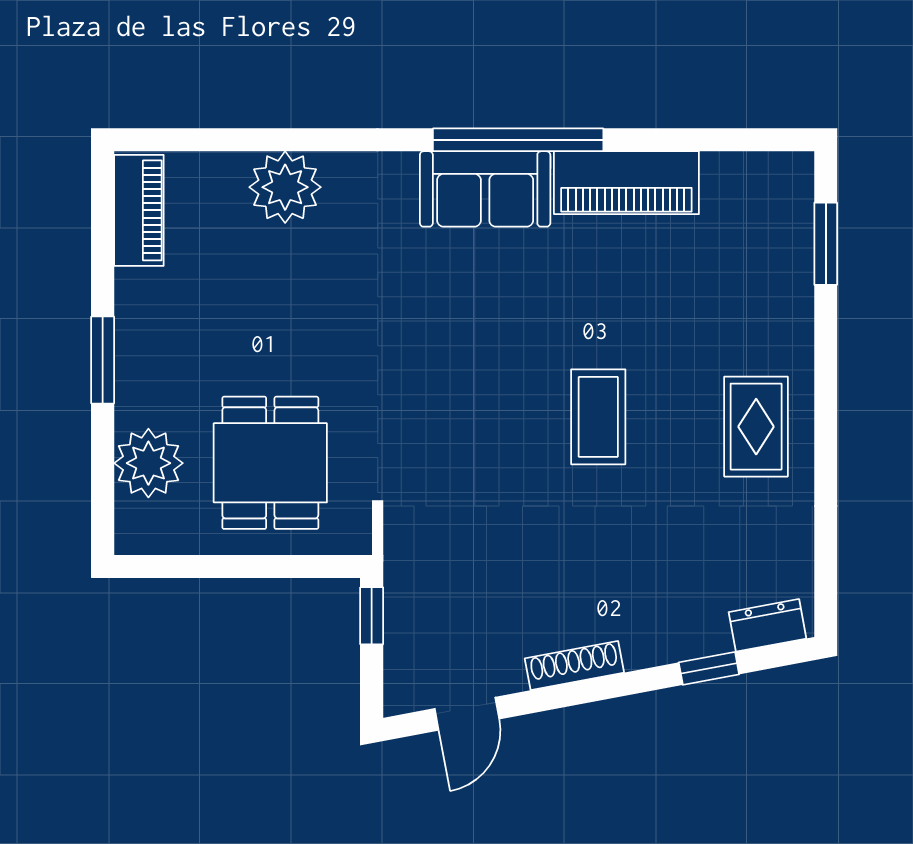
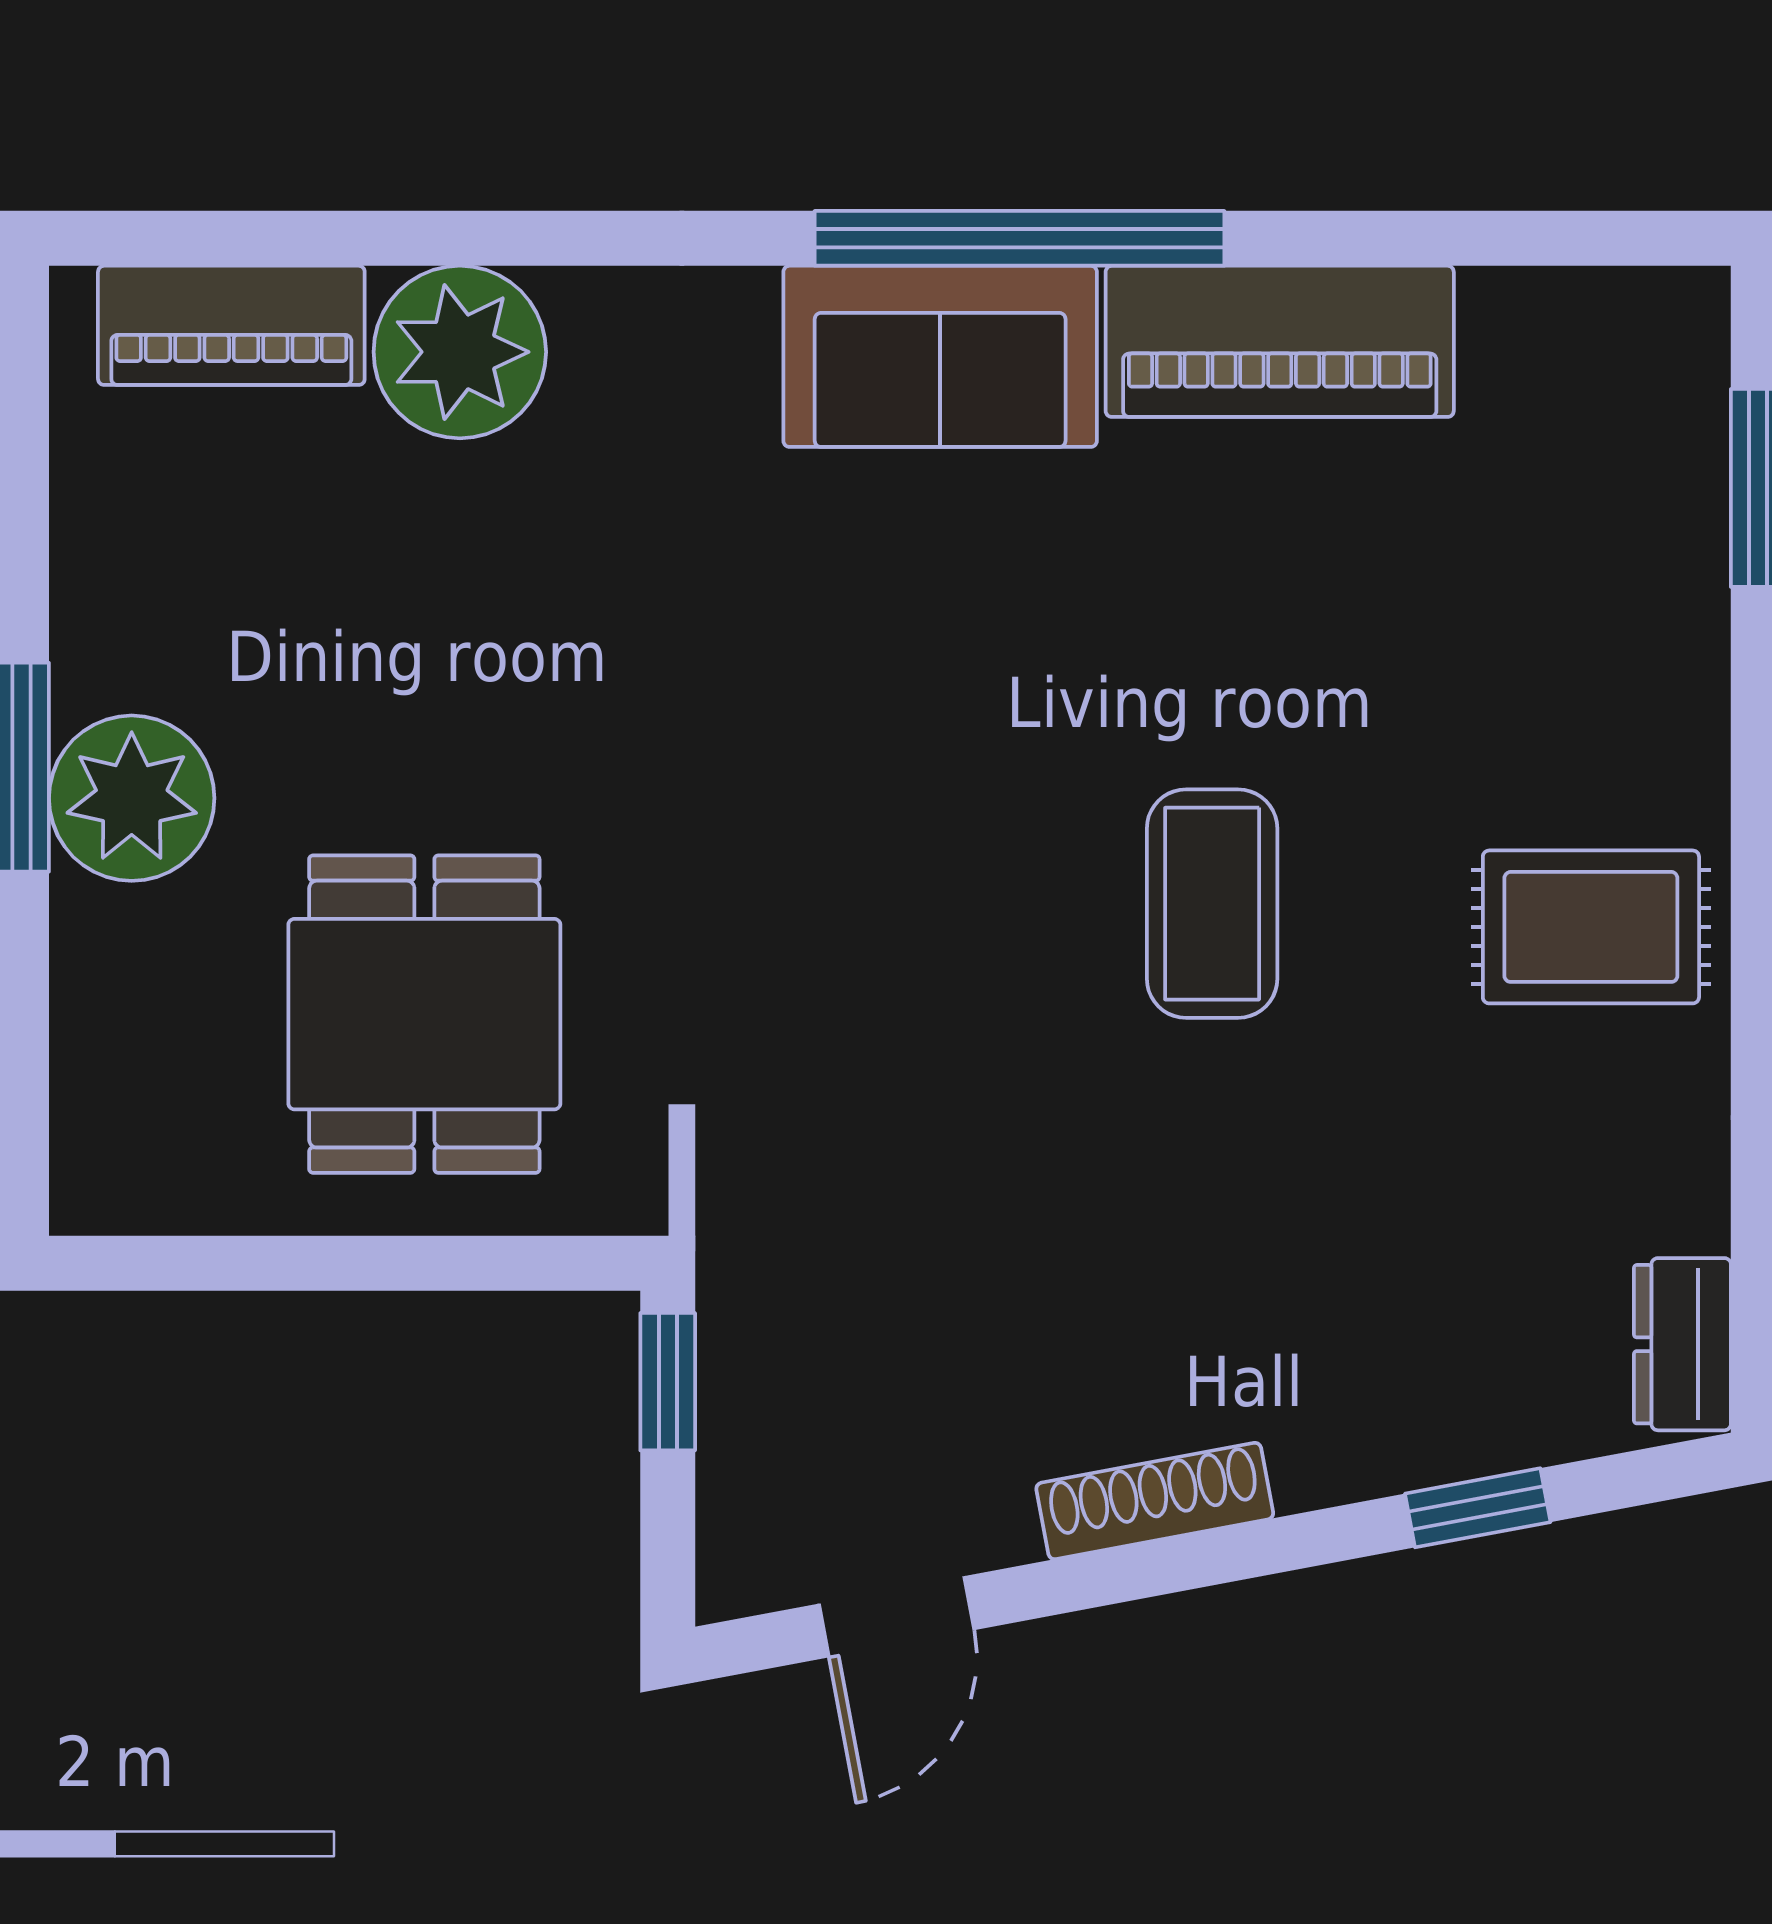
piano: (139, 210) -> (231, 325), moved, turned 90
rug: (756, 427) -> (1591, 927), turned 90
plant: (148, 463) -> (132, 798), moved
dresser: (768, 625) -> (1682, 1344), moved, turned -79

